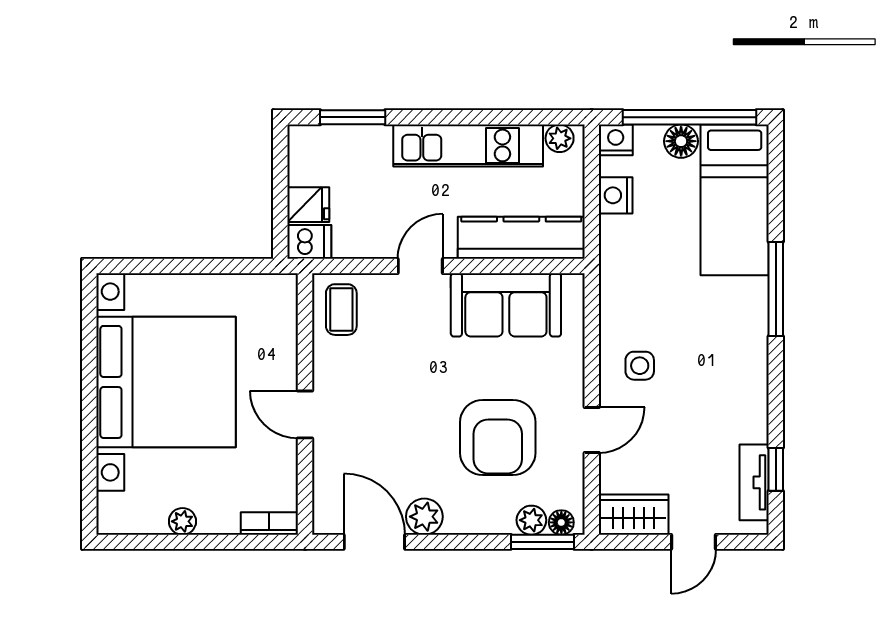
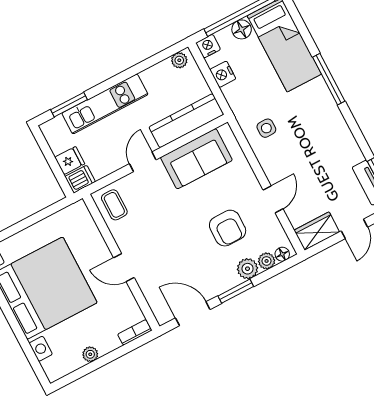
kitchen unit: (468, 145) -> (105, 104), moved
side table: (640, 366) -> (266, 128), moved
armchair: (498, 437) -> (228, 228), width x0.73, depth x0.73
plant: (424, 517) -> (248, 269), moved
window: (543, 542) -> (236, 291), moved

